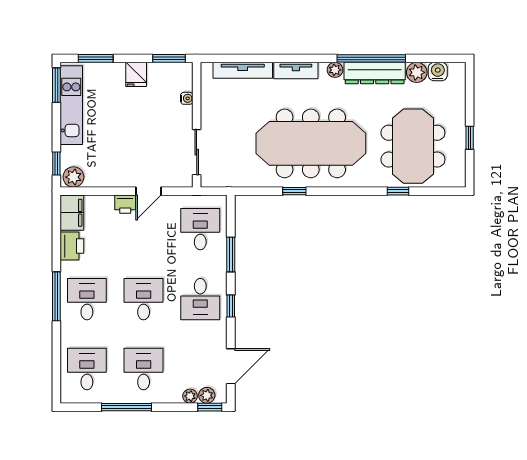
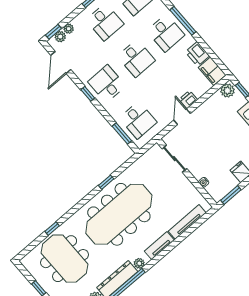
window: (231, 254) -> (122, 133), moved

